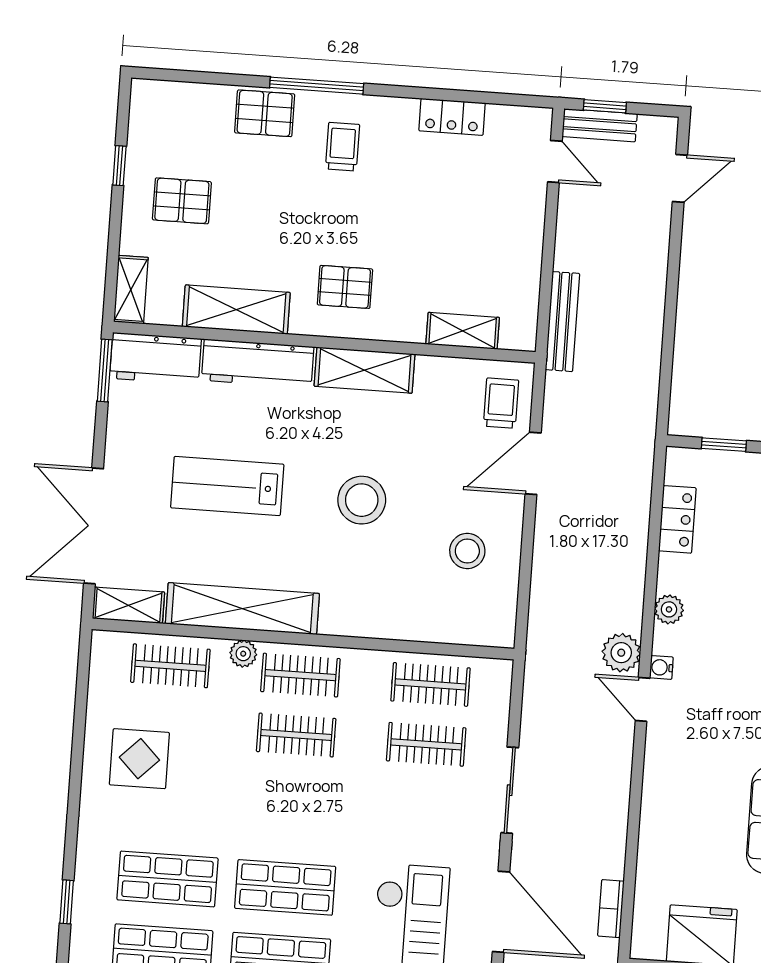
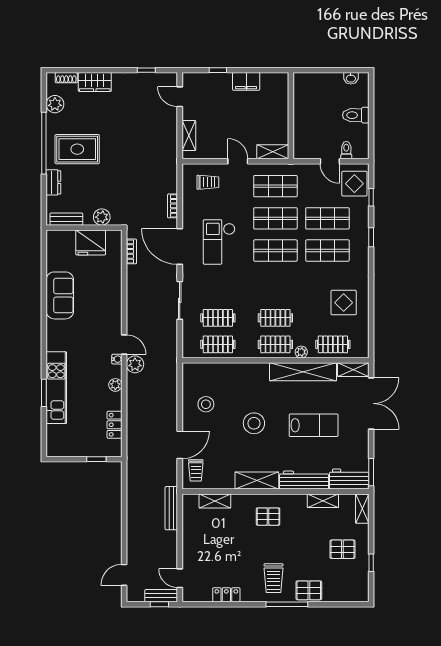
trolley: (342, 147) -> (274, 578), width x1.36, depth x1.39
shelving: (236, 310) -> (323, 501), width x0.67, depth x0.75

